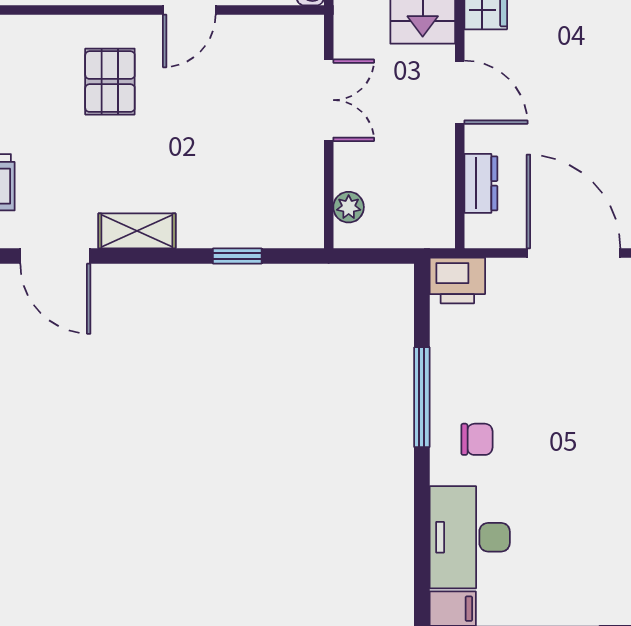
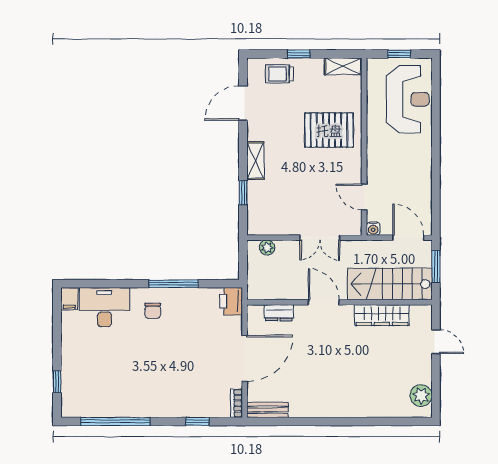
door: (189, 10) -> (364, 197), moved
pallet: (110, 82) -> (329, 130), width x1.50, depth x1.42
door: (460, 92) -> (324, 302), swing flipped
shelving: (137, 231) -> (255, 161), moved

